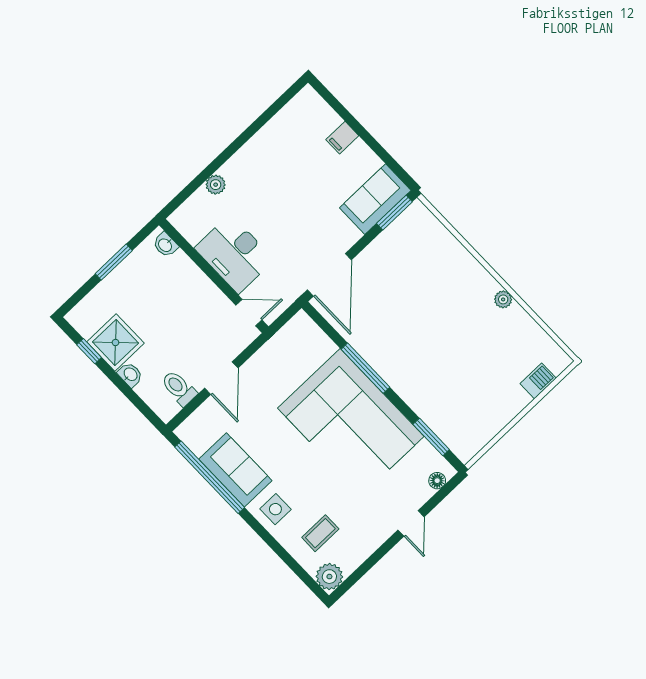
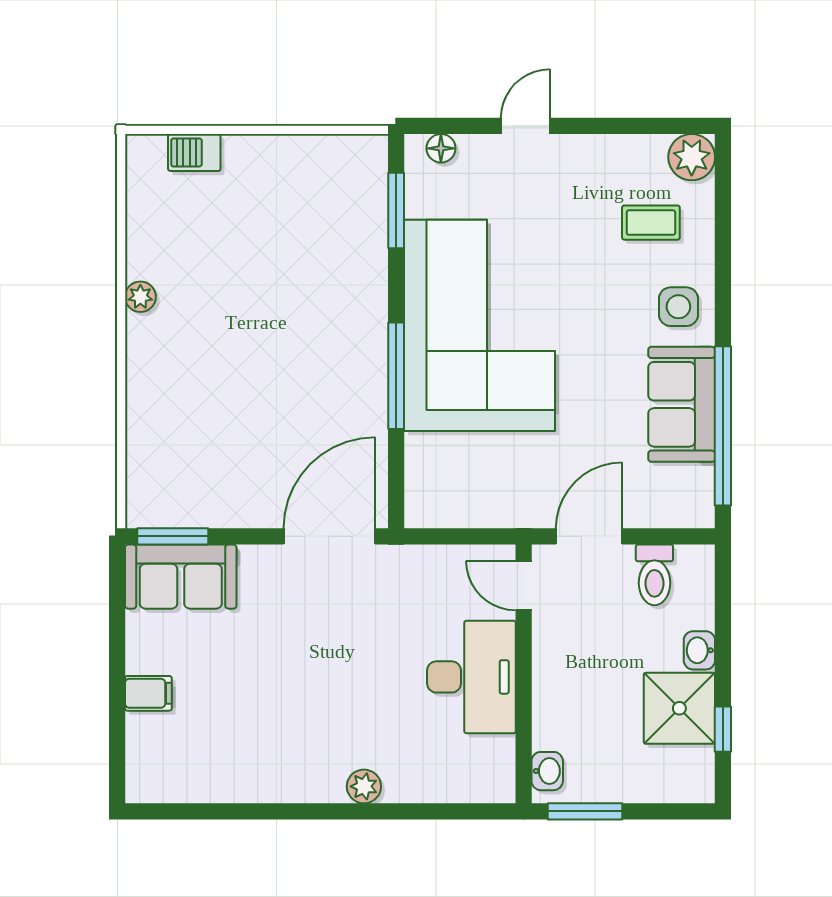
washbasin: (165, 245) -> (547, 771), moved
desk: (234, 254) -> (471, 677), moved
wall: (214, 276) -> (524, 674), moved
door: (249, 313) -> (524, 586), moved

